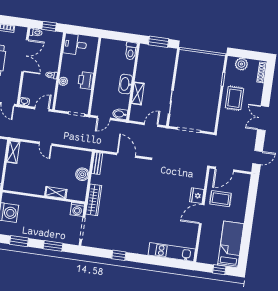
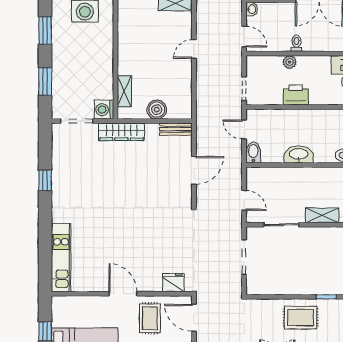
shelving: (138, 93) -> (322, 215), moved
shelving: (56, 193) -> (124, 91), moved
fridge: (197, 196) -> (173, 283), moved

